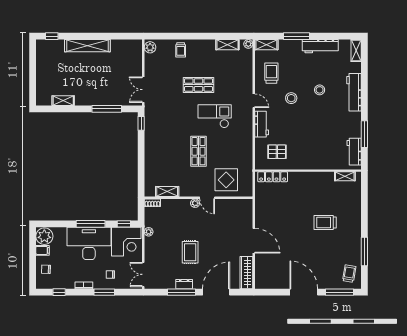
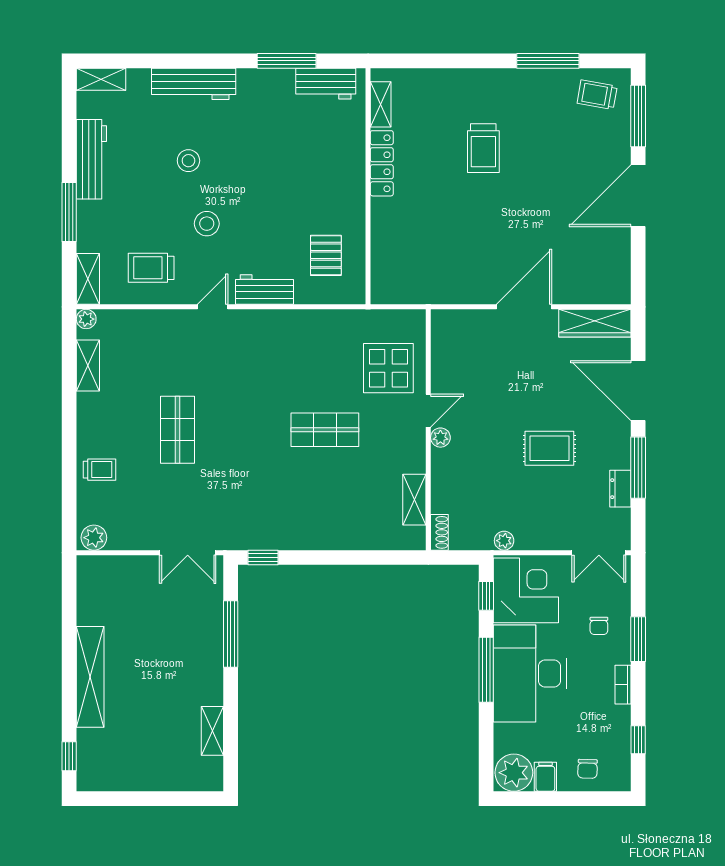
checkout: (215, 116) -> (247, 394), removed
locker: (273, 177) -> (382, 163), moved
dresser: (184, 284) -> (620, 489), moved

